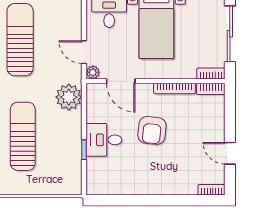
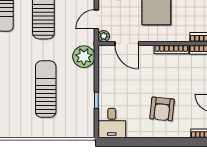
door: (84, 52) -> (96, 19), hinge flipped
armchair: (152, 130) -> (162, 109), moved
desk: (104, 140) -> (112, 123), moved, turned -90

